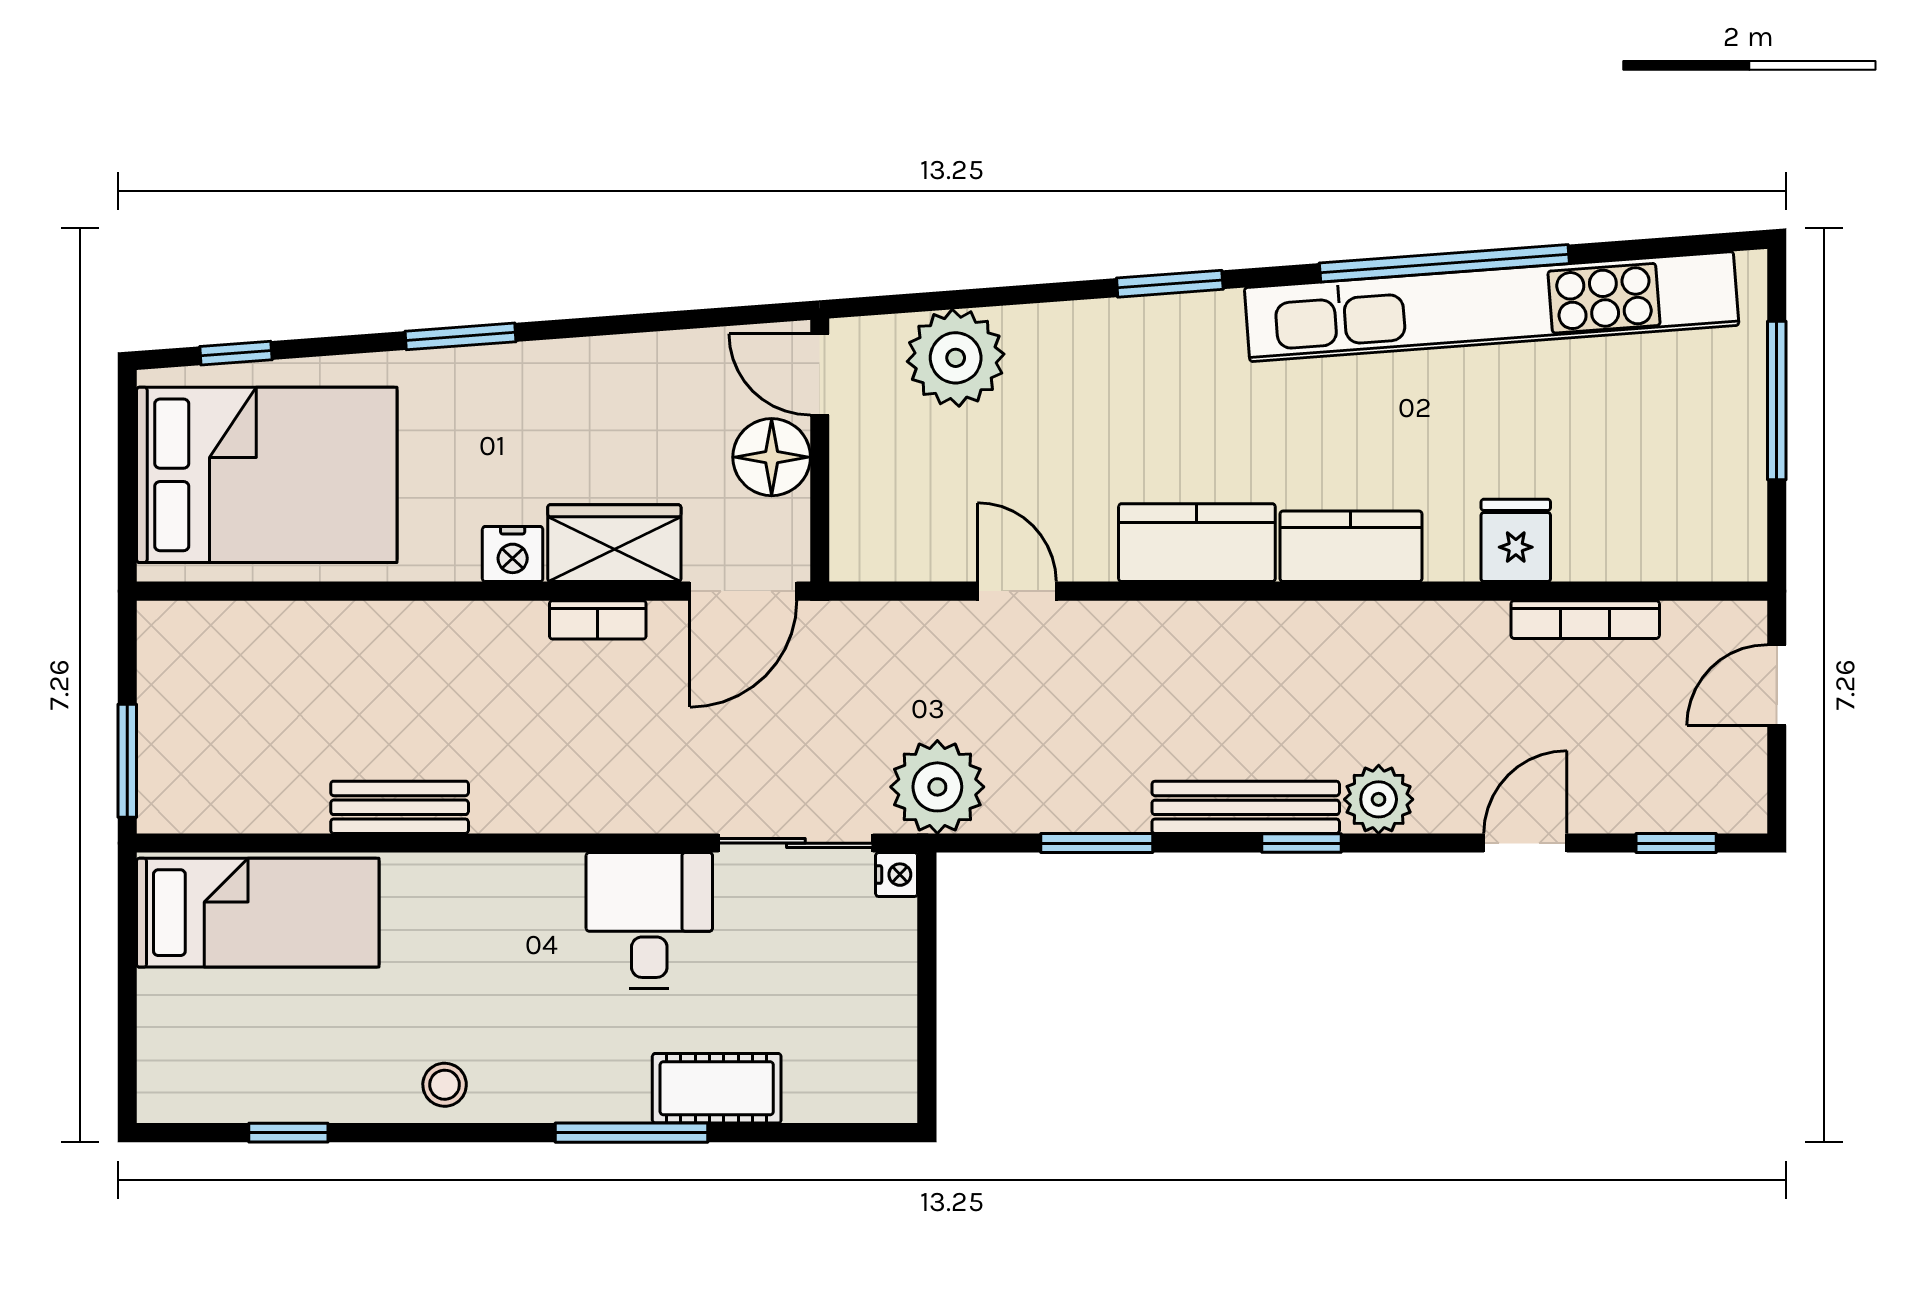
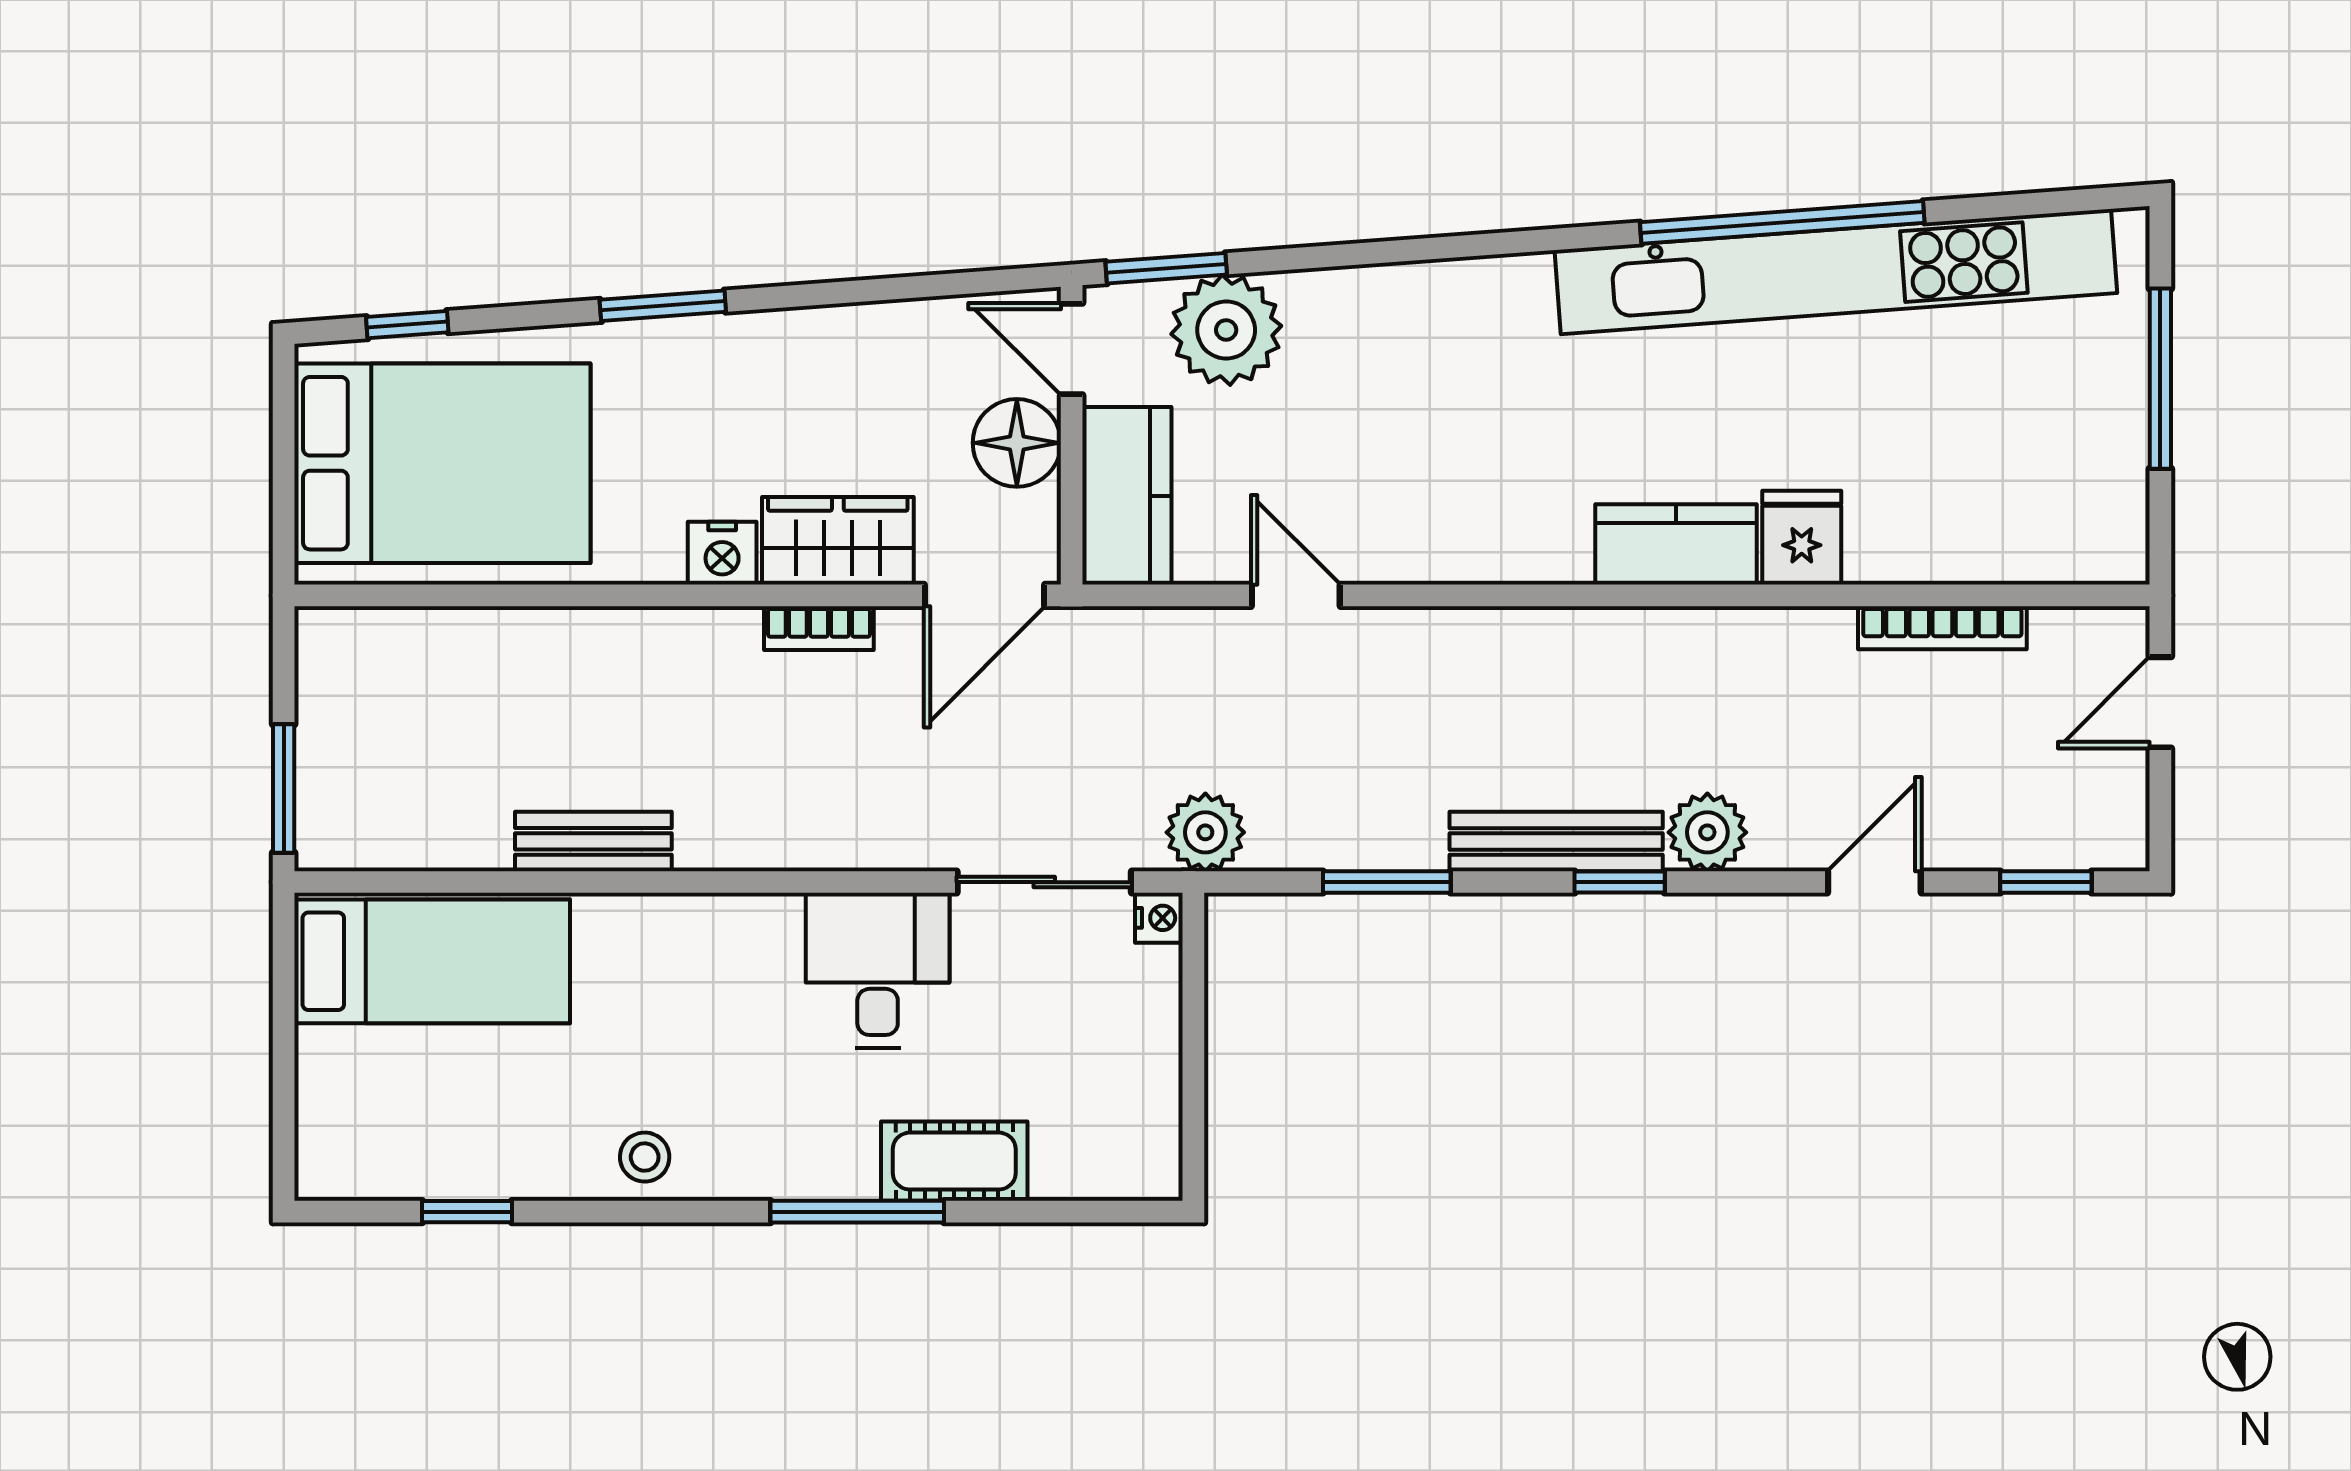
window: (1170, 284) -> (1166, 268), moved
fridge: (1516, 540) -> (1802, 538), moved
kitchen counter: (1197, 543) -> (1127, 496), moved, turned 90
plant: (937, 787) -> (1205, 832), width x0.73, depth x0.73

